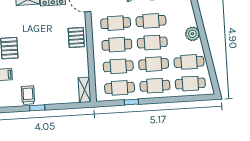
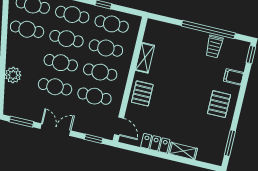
plant: (192, 34) -> (13, 75), moved
shelving: (84, 90) -> (145, 58), moved
window: (37, 108) -> (208, 30), width x3.17

